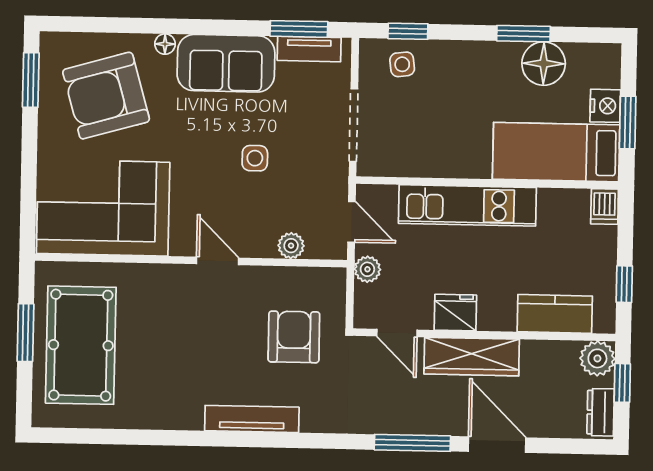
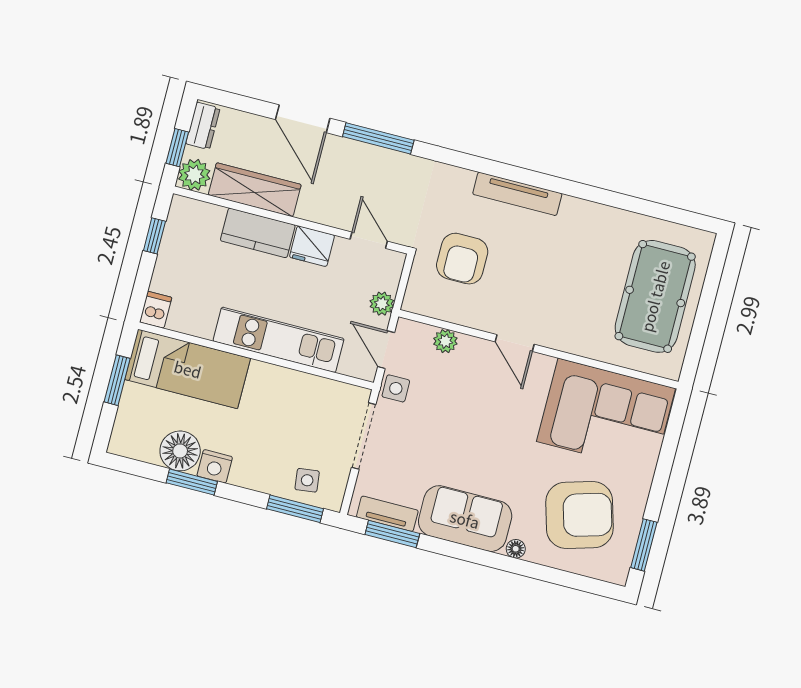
window: (408, 31) -> (295, 509), width x1.50
nightstand: (605, 106) -> (215, 466), moved, turned -90
side table: (255, 158) -> (396, 388), moved
kitchen counter: (555, 314) -> (258, 233), moved
window: (25, 333) -> (702, 319), removed
wardrobe: (472, 357) -> (255, 190), moved

